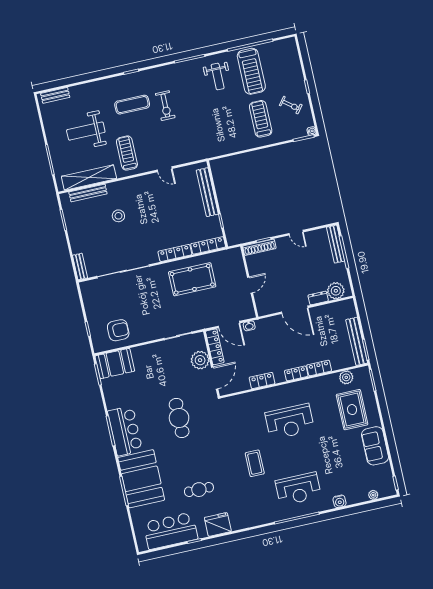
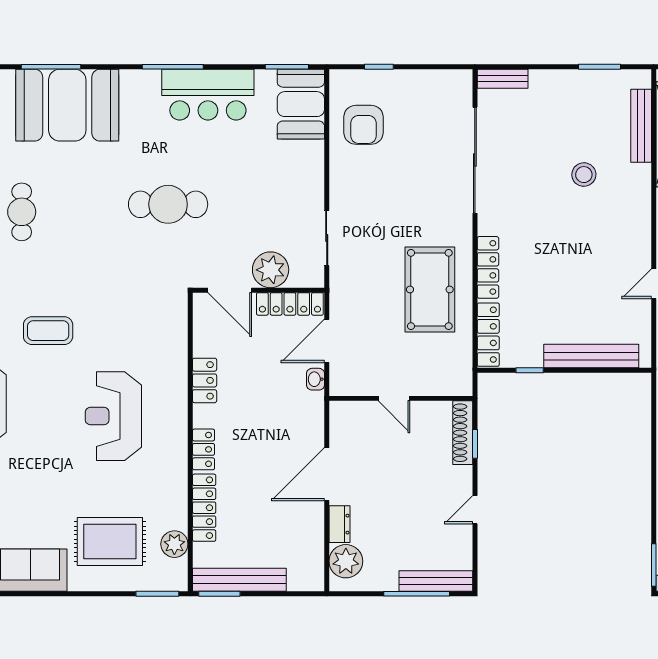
locker: (319, 368) -> (204, 508), width x1.53
bar counter: (125, 431) -> (208, 95), moved

